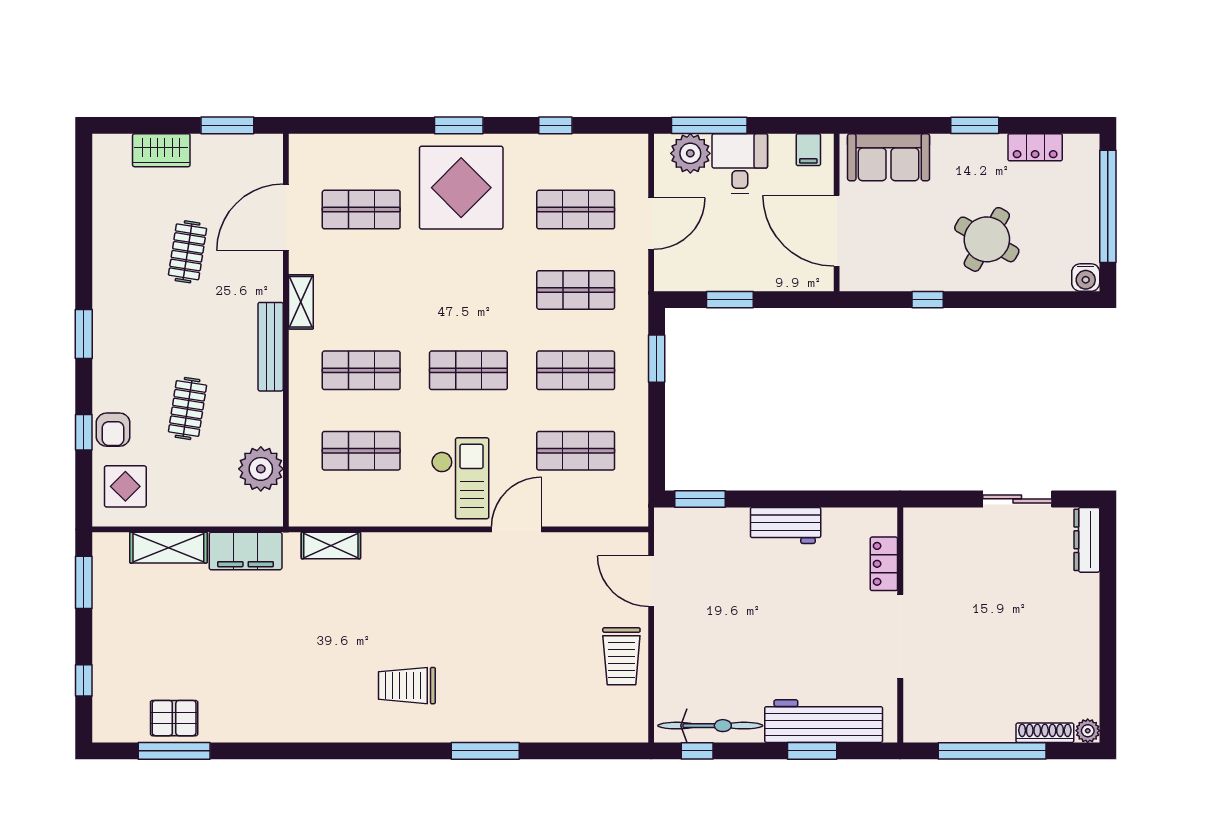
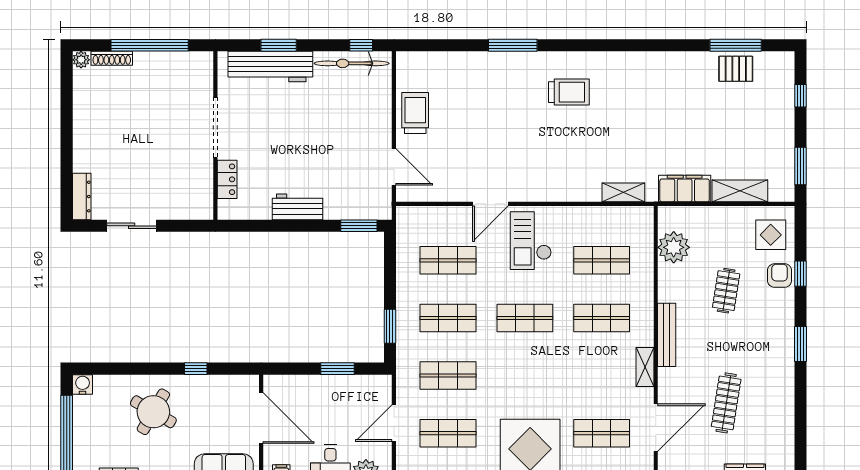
clothes rail: (188, 252) -> (726, 403), width x1.36

